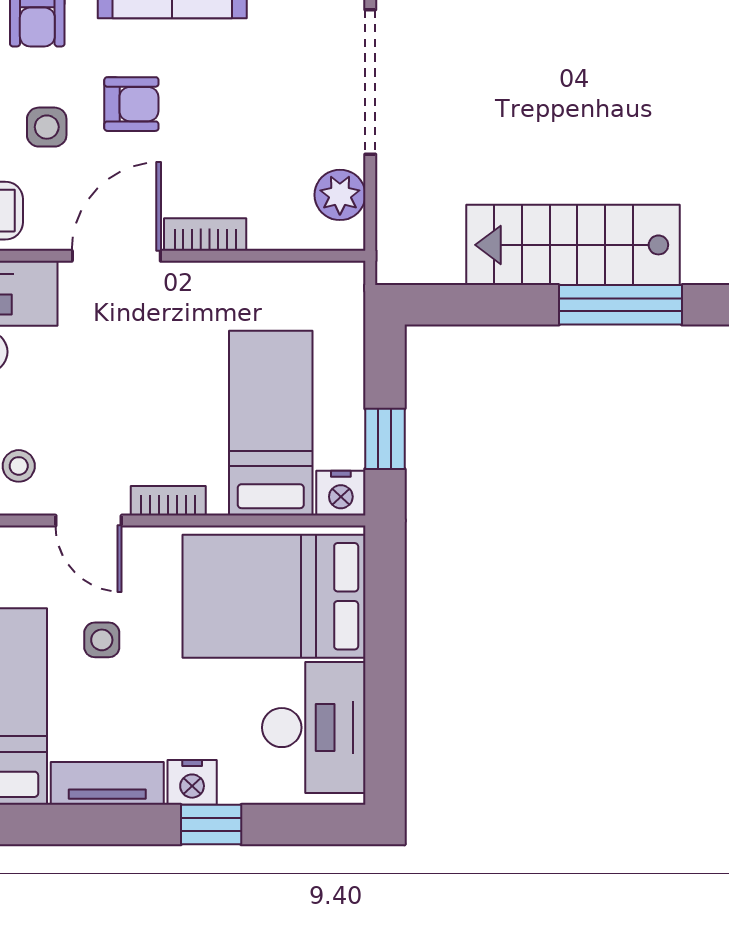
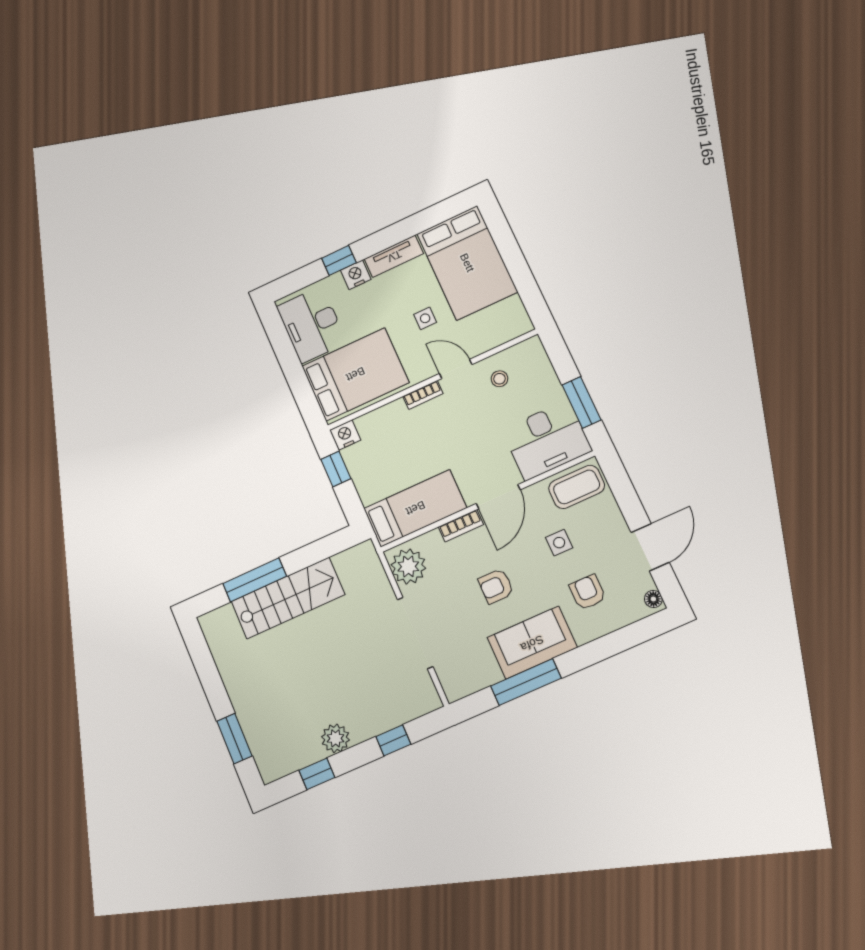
armchair: (131, 104) -> (496, 586), moved
plant: (340, 195) -> (408, 567), width x1.36, depth x1.36
bed: (271, 423) -> (415, 508), moved, turned -90

